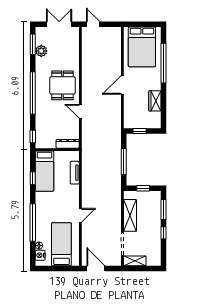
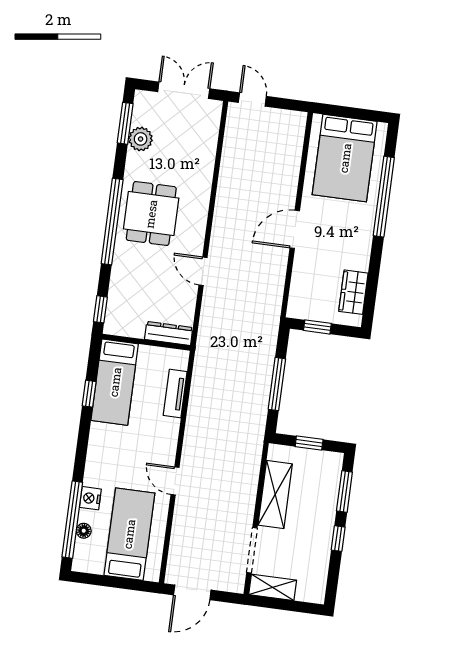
dining table: (62, 85) -> (151, 214), moved
wardrobe: (155, 101) -> (353, 292), moved
door: (80, 215) -> (175, 481), swing flipped
window: (33, 223) -> (72, 520), moved
nightstand: (40, 255) -> (90, 498), moved
door: (96, 269) -> (192, 592), swing flipped

